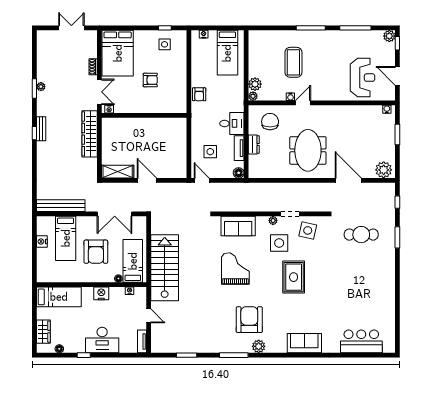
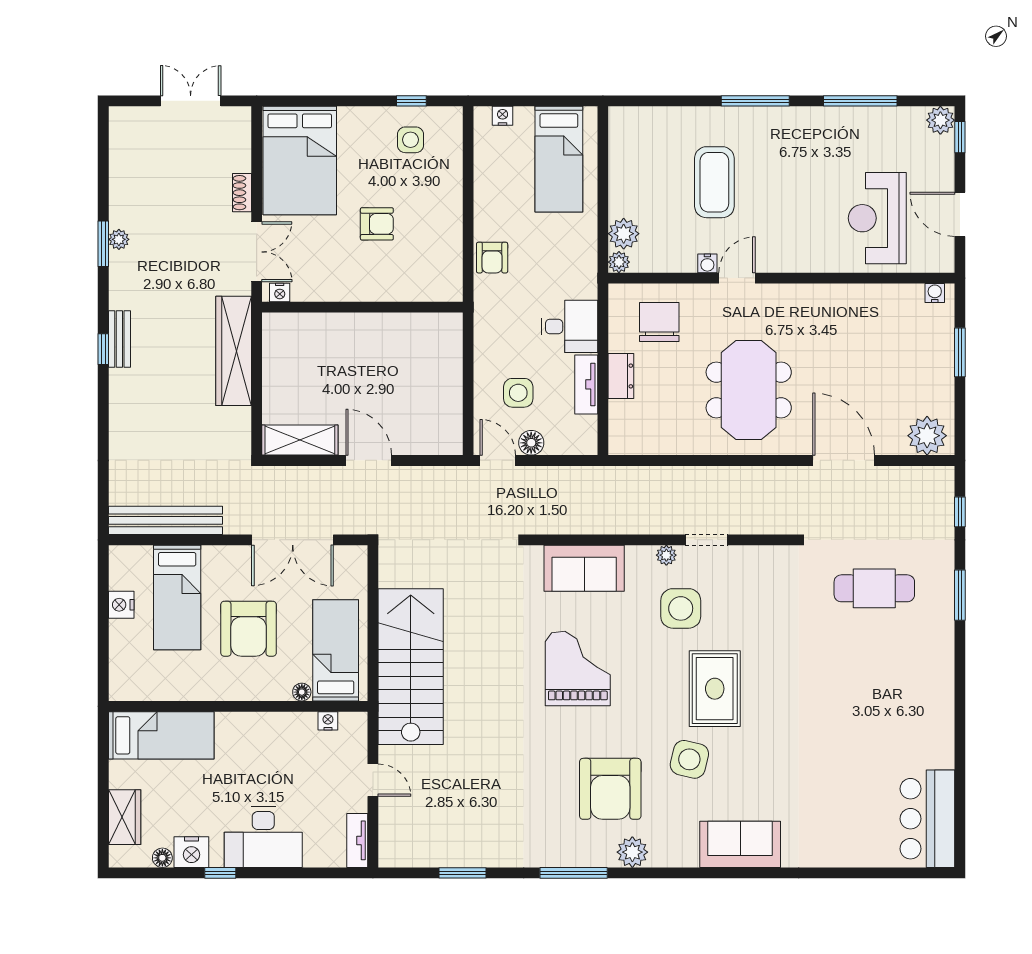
reception desk: (362, 78) -> (877, 218), turned 180
floor lamp: (239, 173) -> (531, 443), moved
side table: (308, 230) -> (689, 759), moved
nightstand: (101, 293) -> (191, 852), moved, turned 180
armchair: (249, 320) -> (610, 789), turned 180
bar counter: (361, 341) -> (927, 819), moved, turned -90

